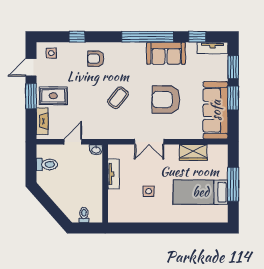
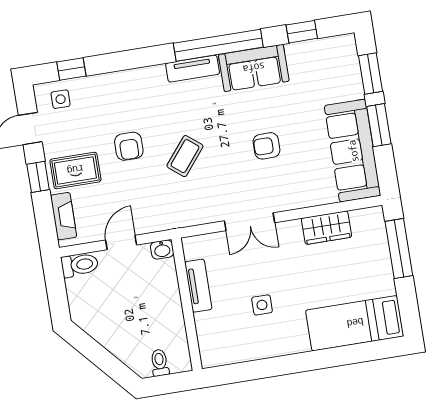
window: (77, 37) -> (71, 69), moved
tv unit: (213, 48) -> (193, 69), moved
armchair: (96, 59) -> (129, 146), moved, turned -90
window: (31, 96) -> (38, 177), width x0.67
armchair: (166, 99) -> (266, 146), width x0.53, depth x0.53
toilet: (47, 164) -> (80, 265), moved
window: (233, 184) -> (399, 249), moved
bed: (201, 192) -> (355, 323), moved

